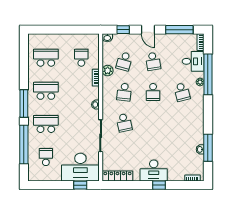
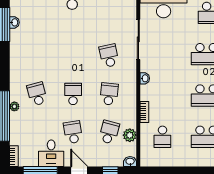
desk: (193, 61) -> (51, 153), moved, turned -90
plant: (108, 71) -> (130, 135), moved

